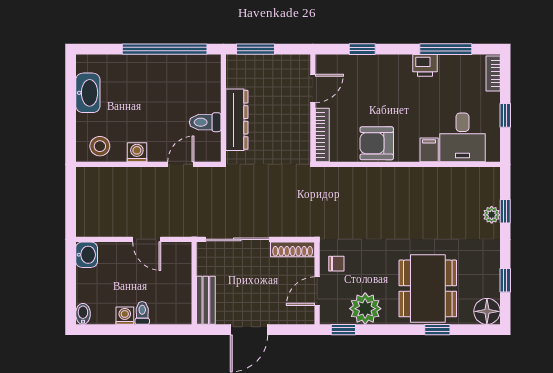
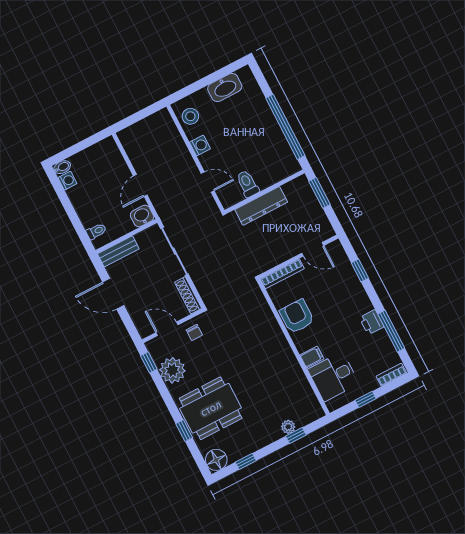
washbasin: (87, 255) -> (142, 216), moved, turned 180
toilet: (142, 313) -> (96, 231), moved
washing machine: (125, 316) -> (67, 181), moved

